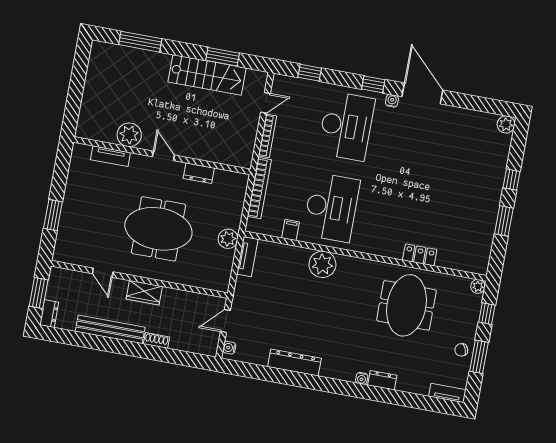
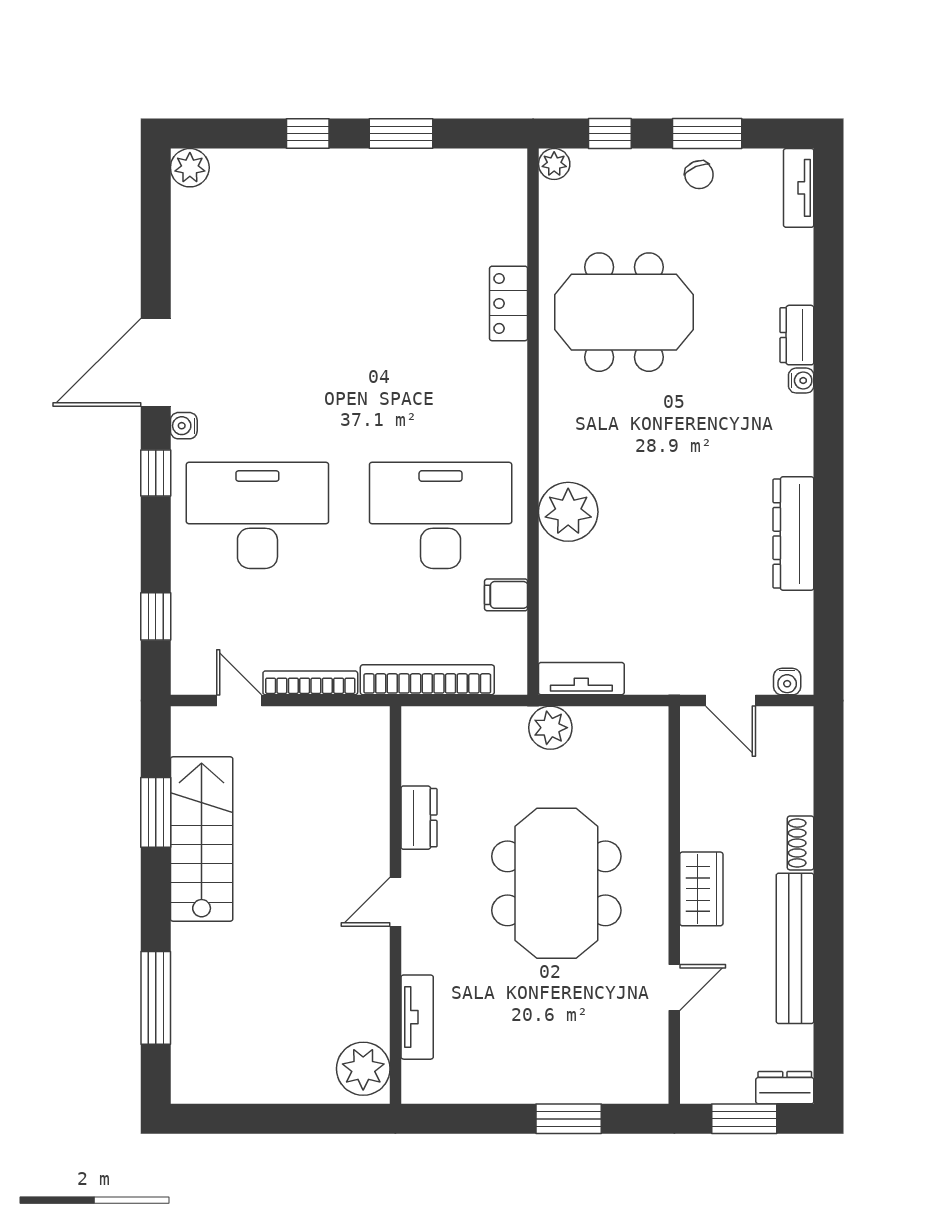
plant: (129, 135) -> (363, 1069), moved

